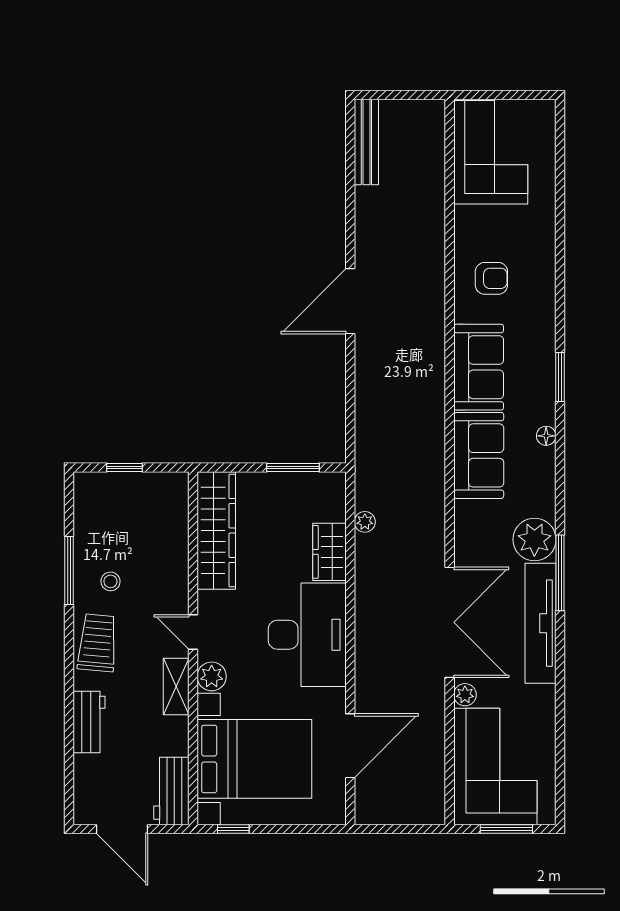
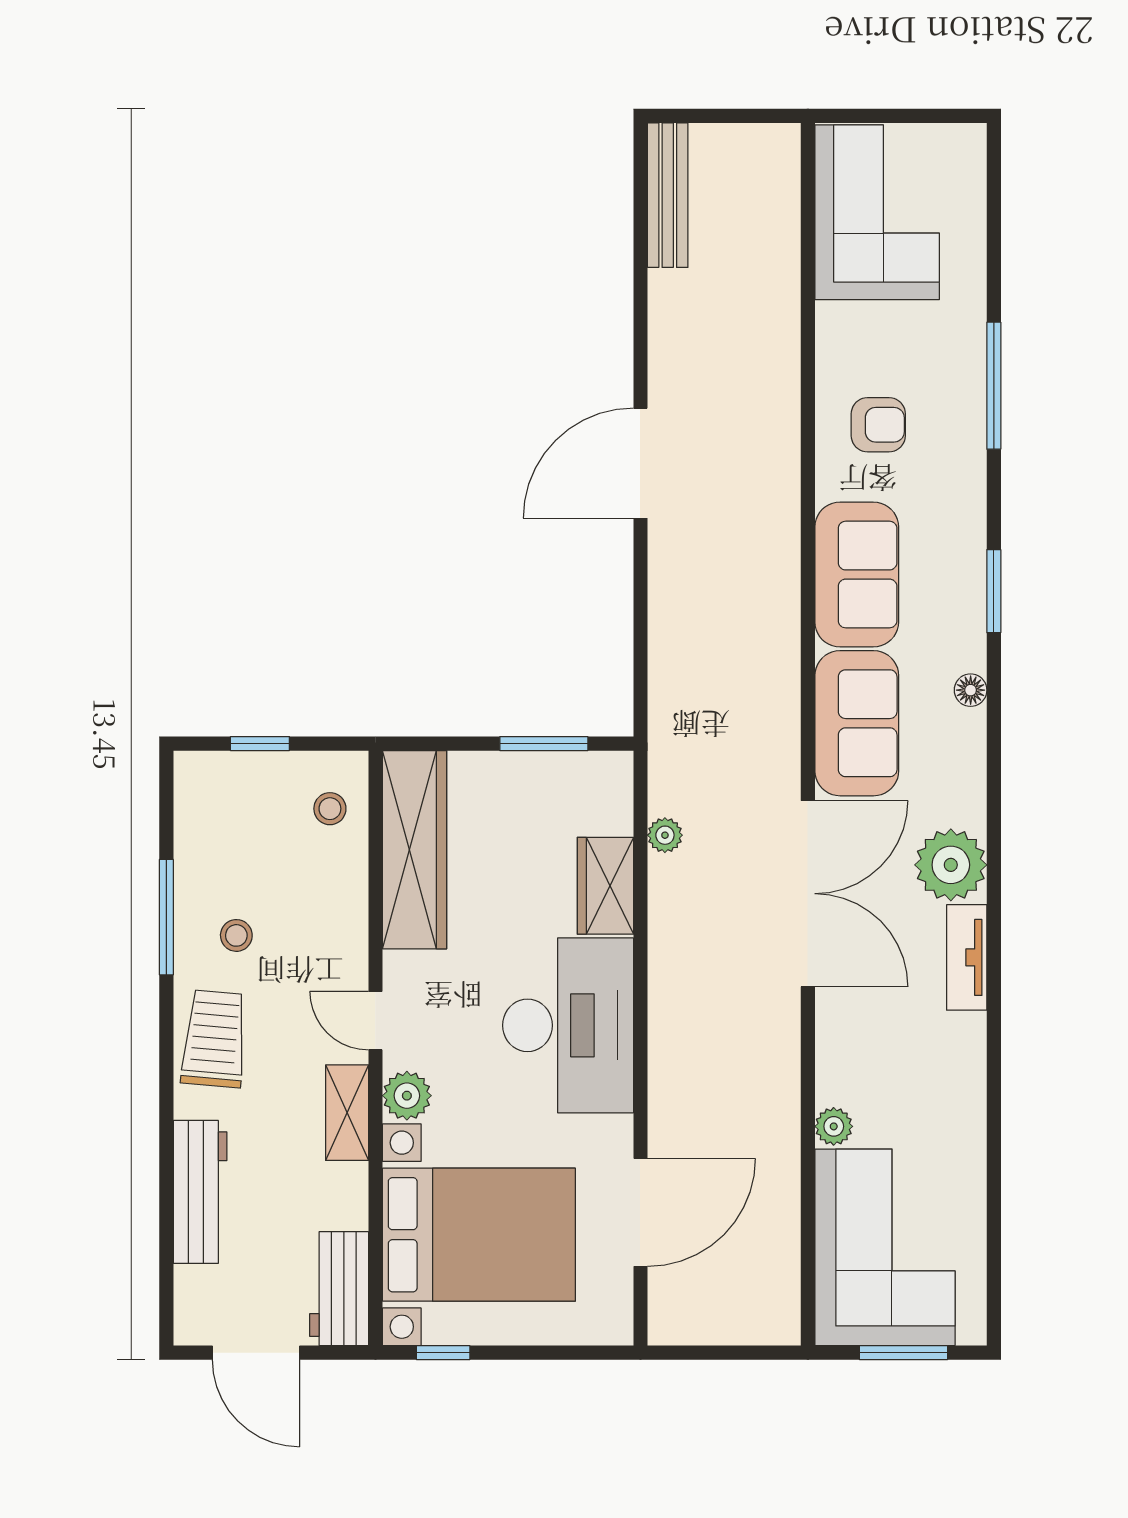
stool: (166, 506) -> (330, 809), added
window: (560, 573) -> (994, 386), moved
double door: (450, 622) -> (808, 894), moved
tv unit: (540, 623) -> (967, 957), width x0.52, depth x0.78
workbench: (89, 722) -> (200, 1192), width x1.38

